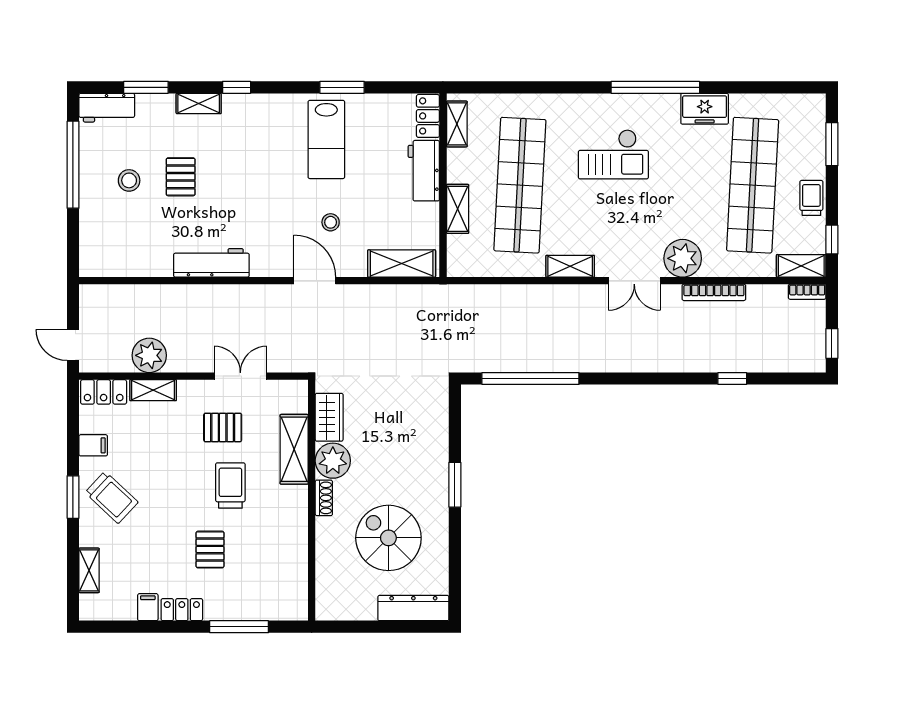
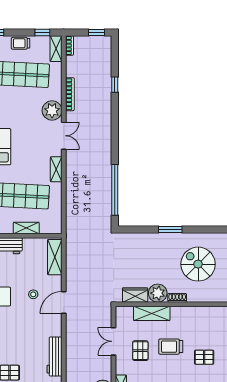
spiral stairs: (388, 538) -> (198, 264), turned 90

